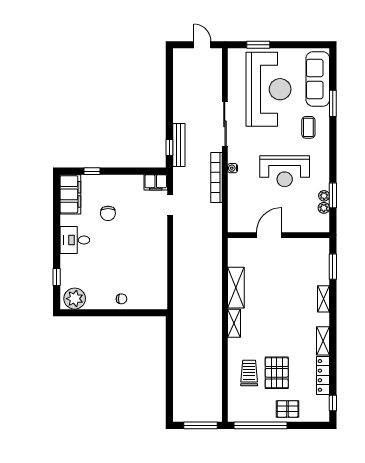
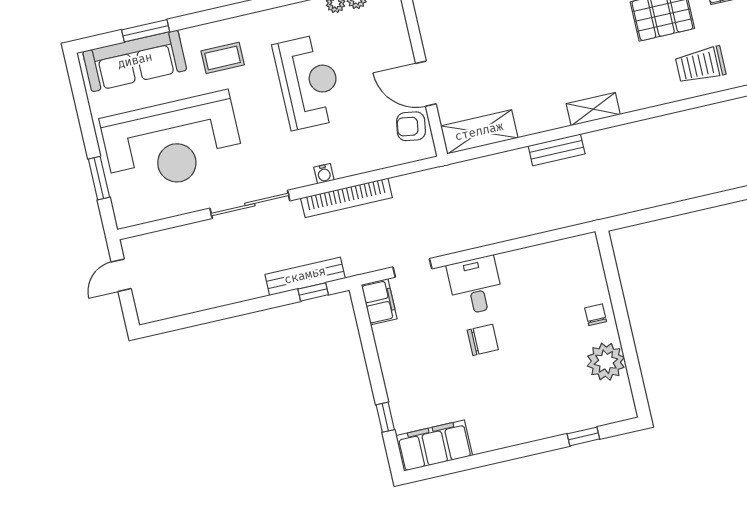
reception desk: (268, 89) -> (172, 143), turned 180
window: (333, 103) -> (146, 31), moved
chair: (108, 213) -> (483, 340), moved
armchair: (248, 222) -> (411, 126), added
desk: (75, 240) -> (475, 286), moved, turned 180
shelving: (236, 288) -> (479, 132), moved
bench: (216, 298) -> (557, 150), added
plant: (75, 299) -> (606, 362), moved
trolley: (249, 373) -> (701, 65), moved

